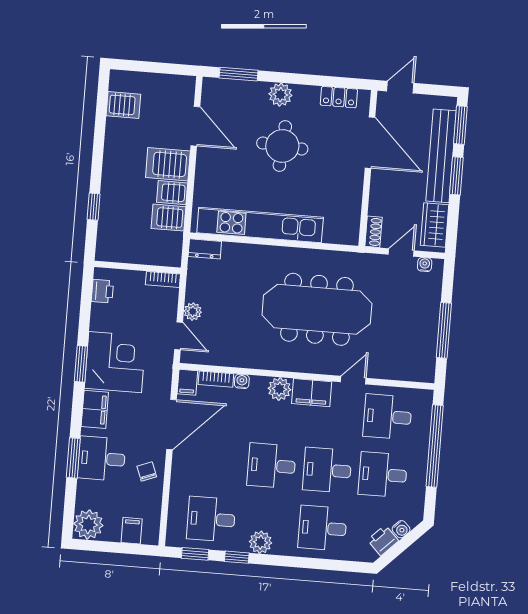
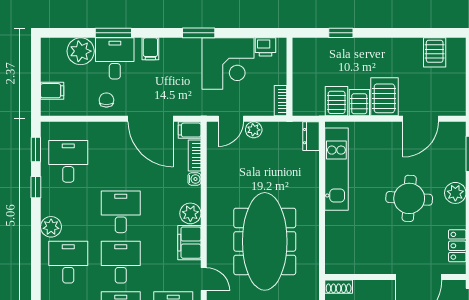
kitchen unit: (260, 225) -> (336, 169), width x0.73
corner desk: (115, 362) -> (228, 64), moved
filing cabinet: (95, 409) -> (150, 49), width x0.50
chair: (147, 472) -> (106, 100), turned -69
plant: (88, 524) -> (81, 51), moved
plant: (261, 542) -> (51, 227), moved

